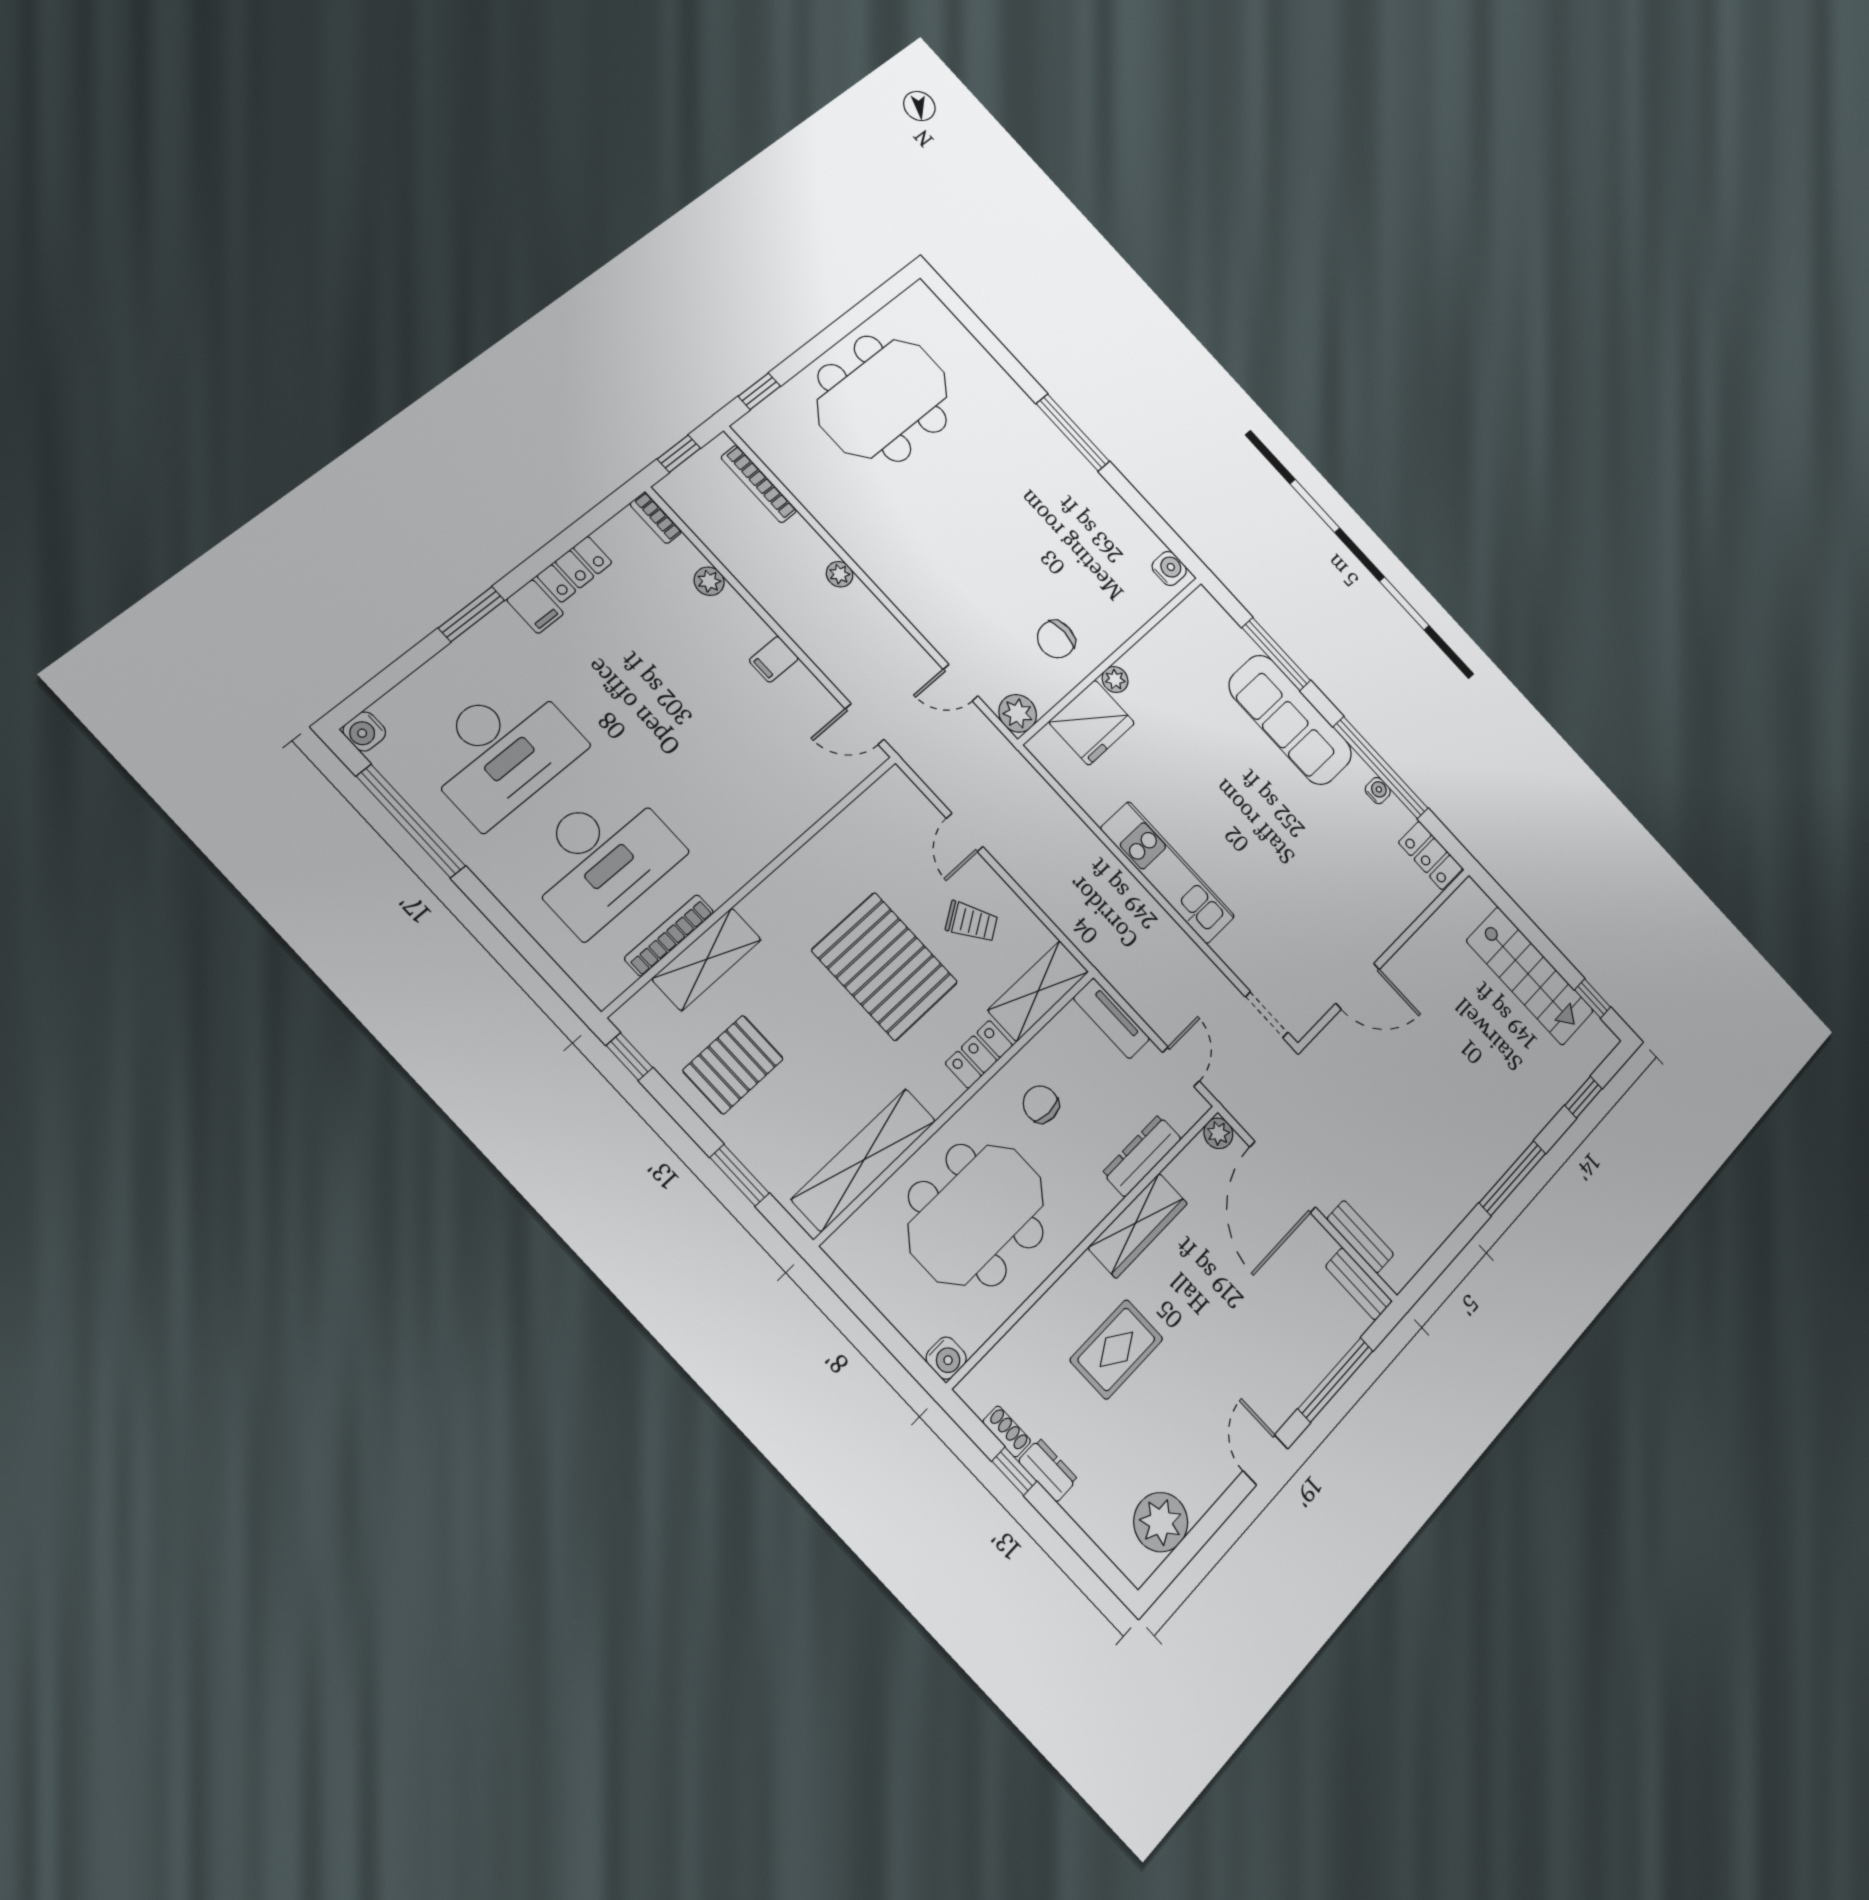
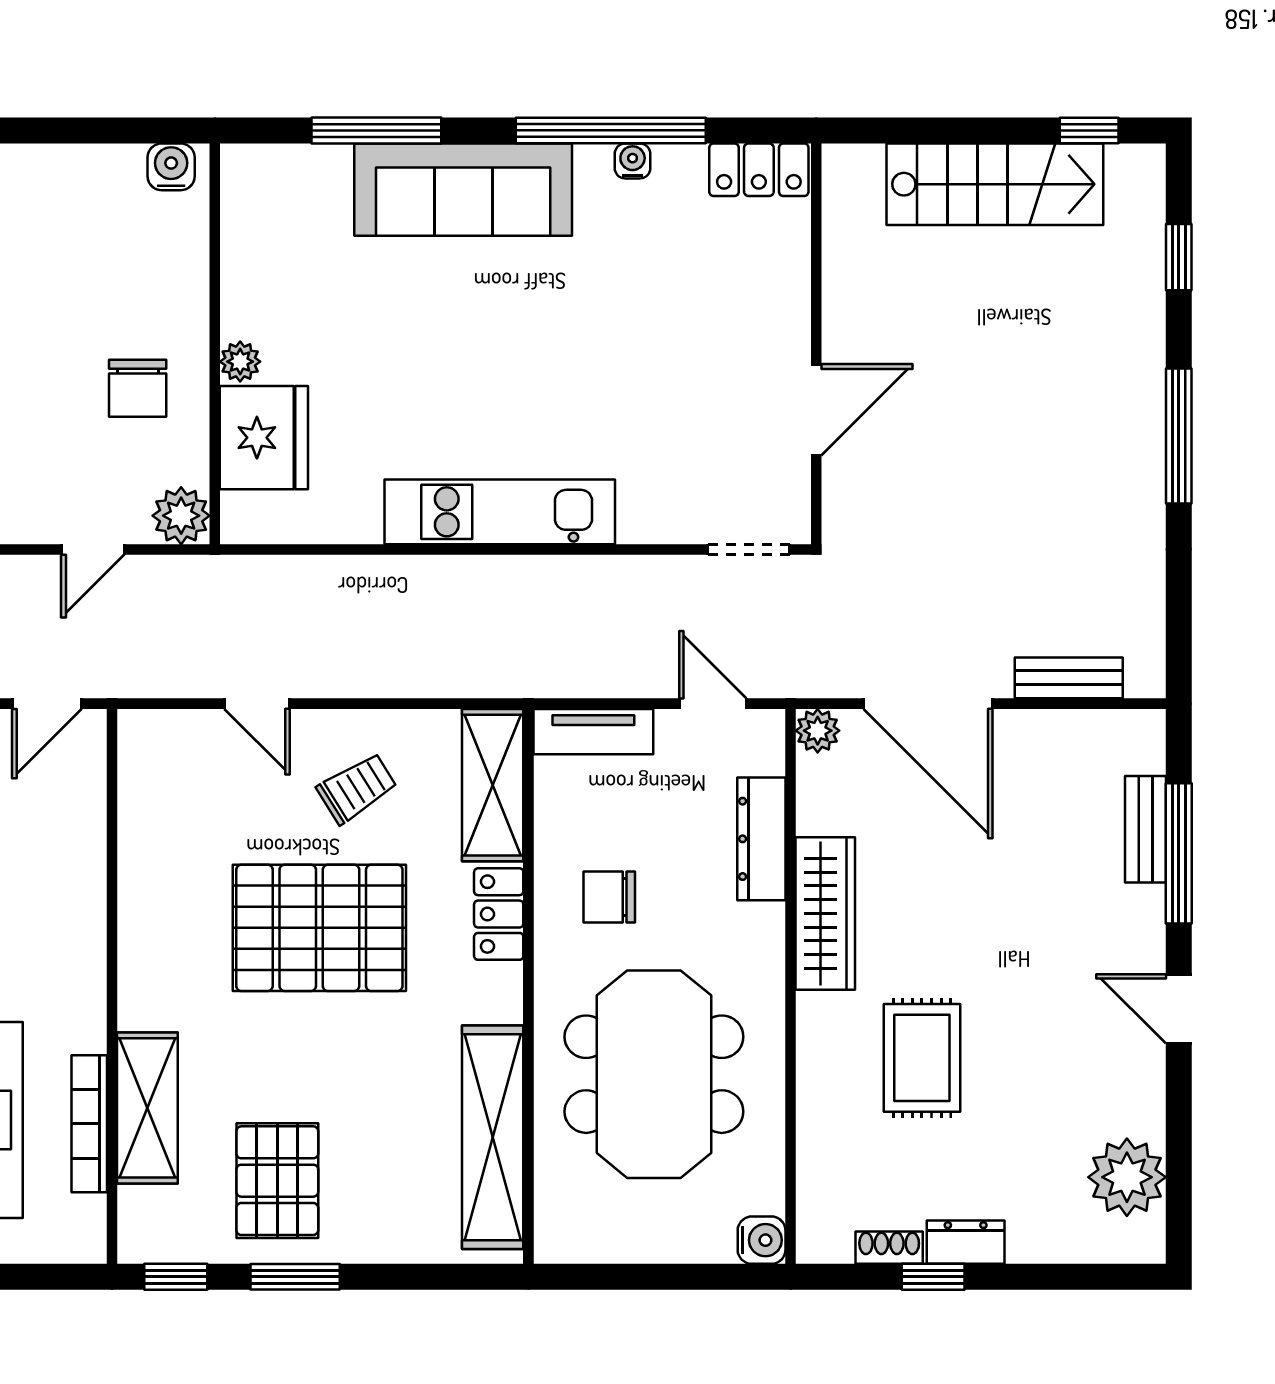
window: (740, 1175) -> (295, 1277), moved
bench: (1359, 1284) -> (1145, 829), moved, turned 90

